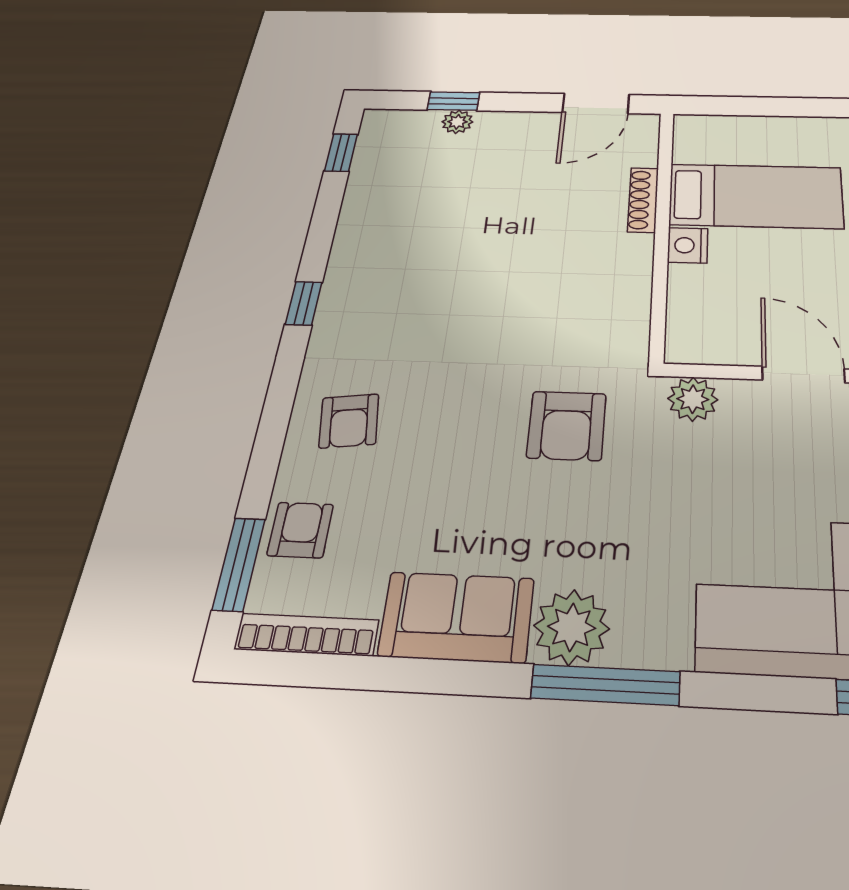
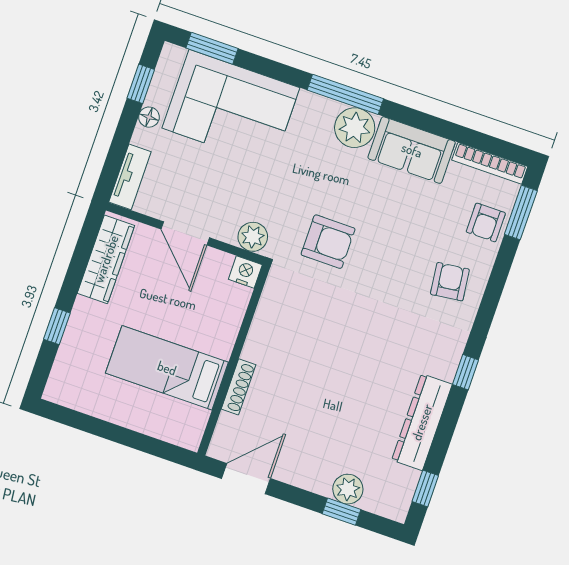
plant: (457, 122) -> (348, 489), width x1.38, depth x1.38
dresser: (360, 226) -> (422, 422), added
nightstand: (688, 245) -> (245, 272), moved, turned -90
armchair: (567, 426) -> (328, 242), turned 90

